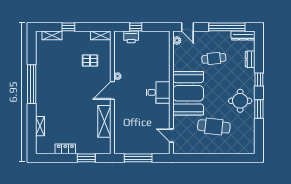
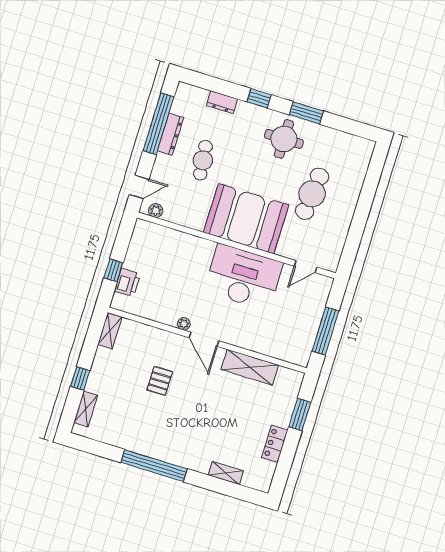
dresser: (243, 36) -> (170, 134), moved
pallet: (90, 60) -> (160, 381), moved
desk: (158, 92) -> (243, 277), width x1.87, depth x1.30

